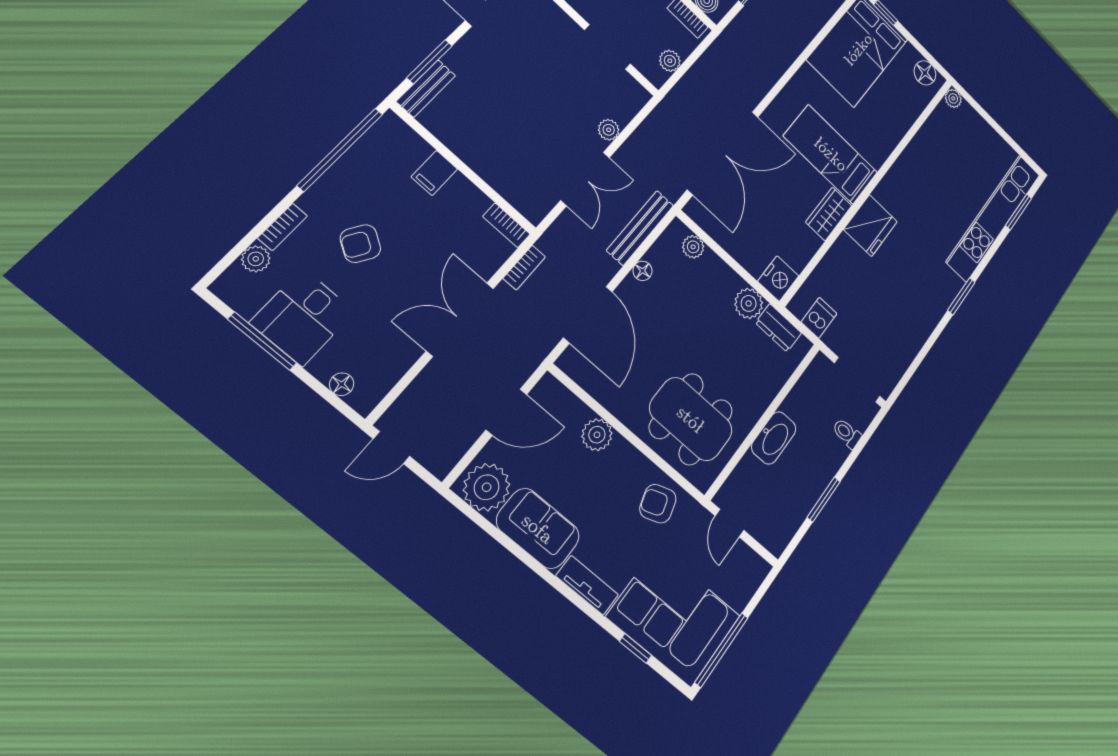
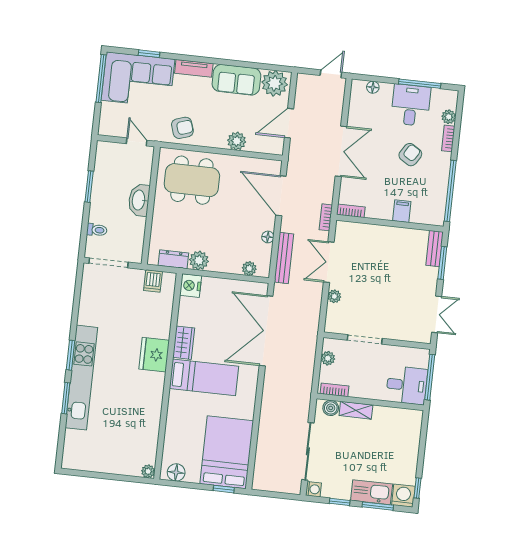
window: (1019, 212) -> (66, 398), moved
kitchen unit: (994, 218) -> (81, 378), moved
bookcase: (524, 268) -> (326, 217), moved

